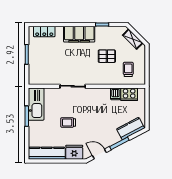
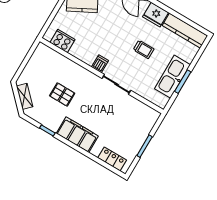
trolley: (128, 69) -> (48, 67), removed
dishwasher: (115, 94) -> (100, 64), moved
kitchen sink: (36, 104) -> (172, 77), moved

